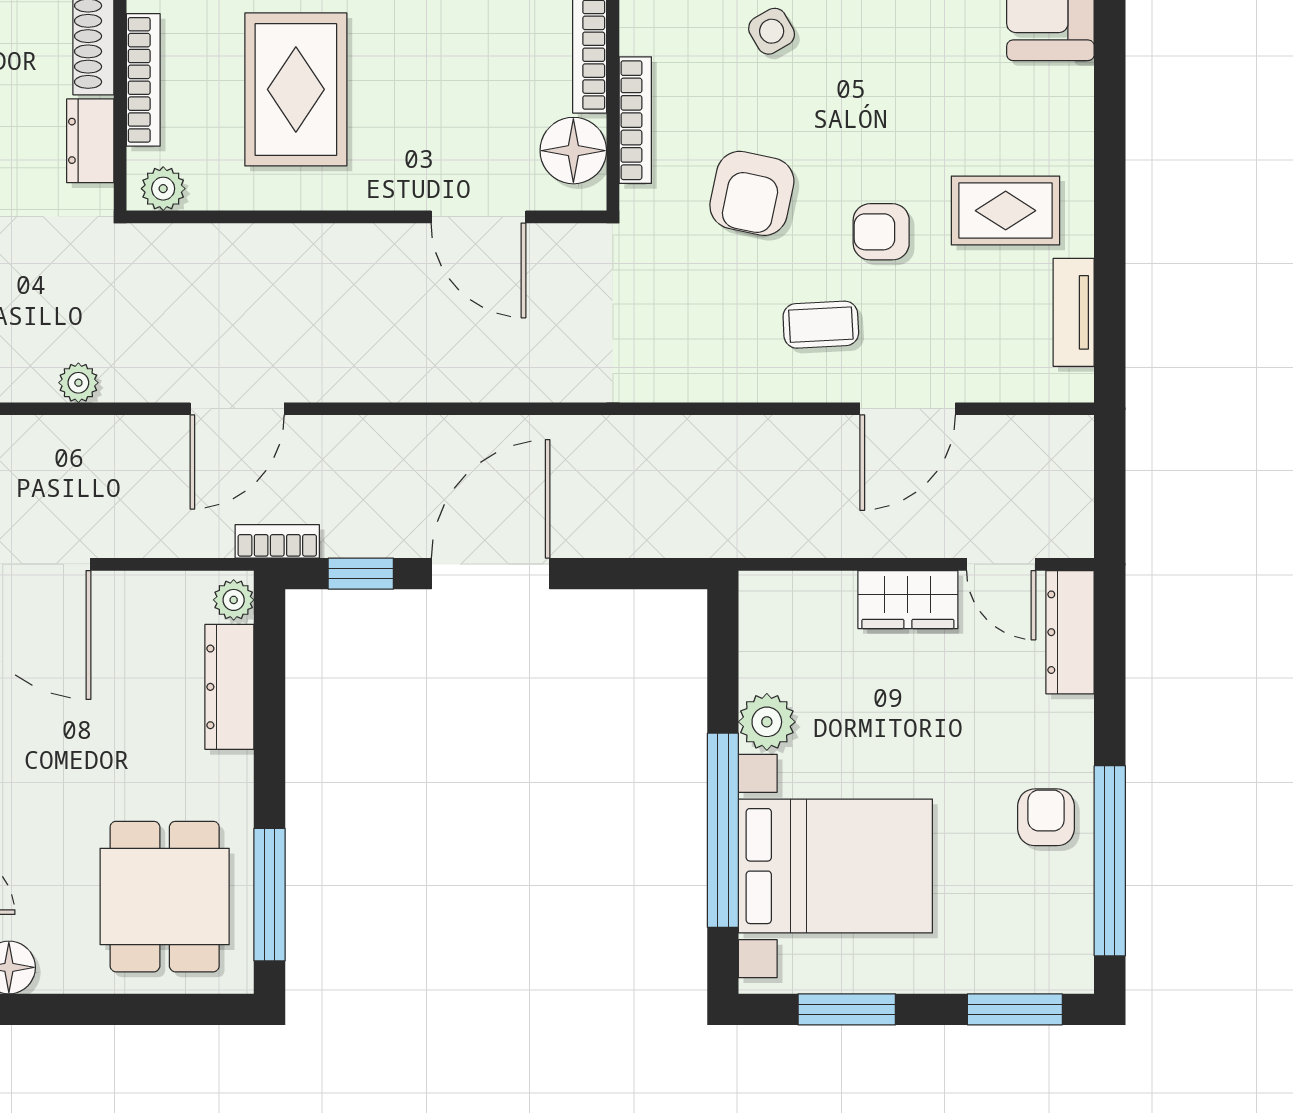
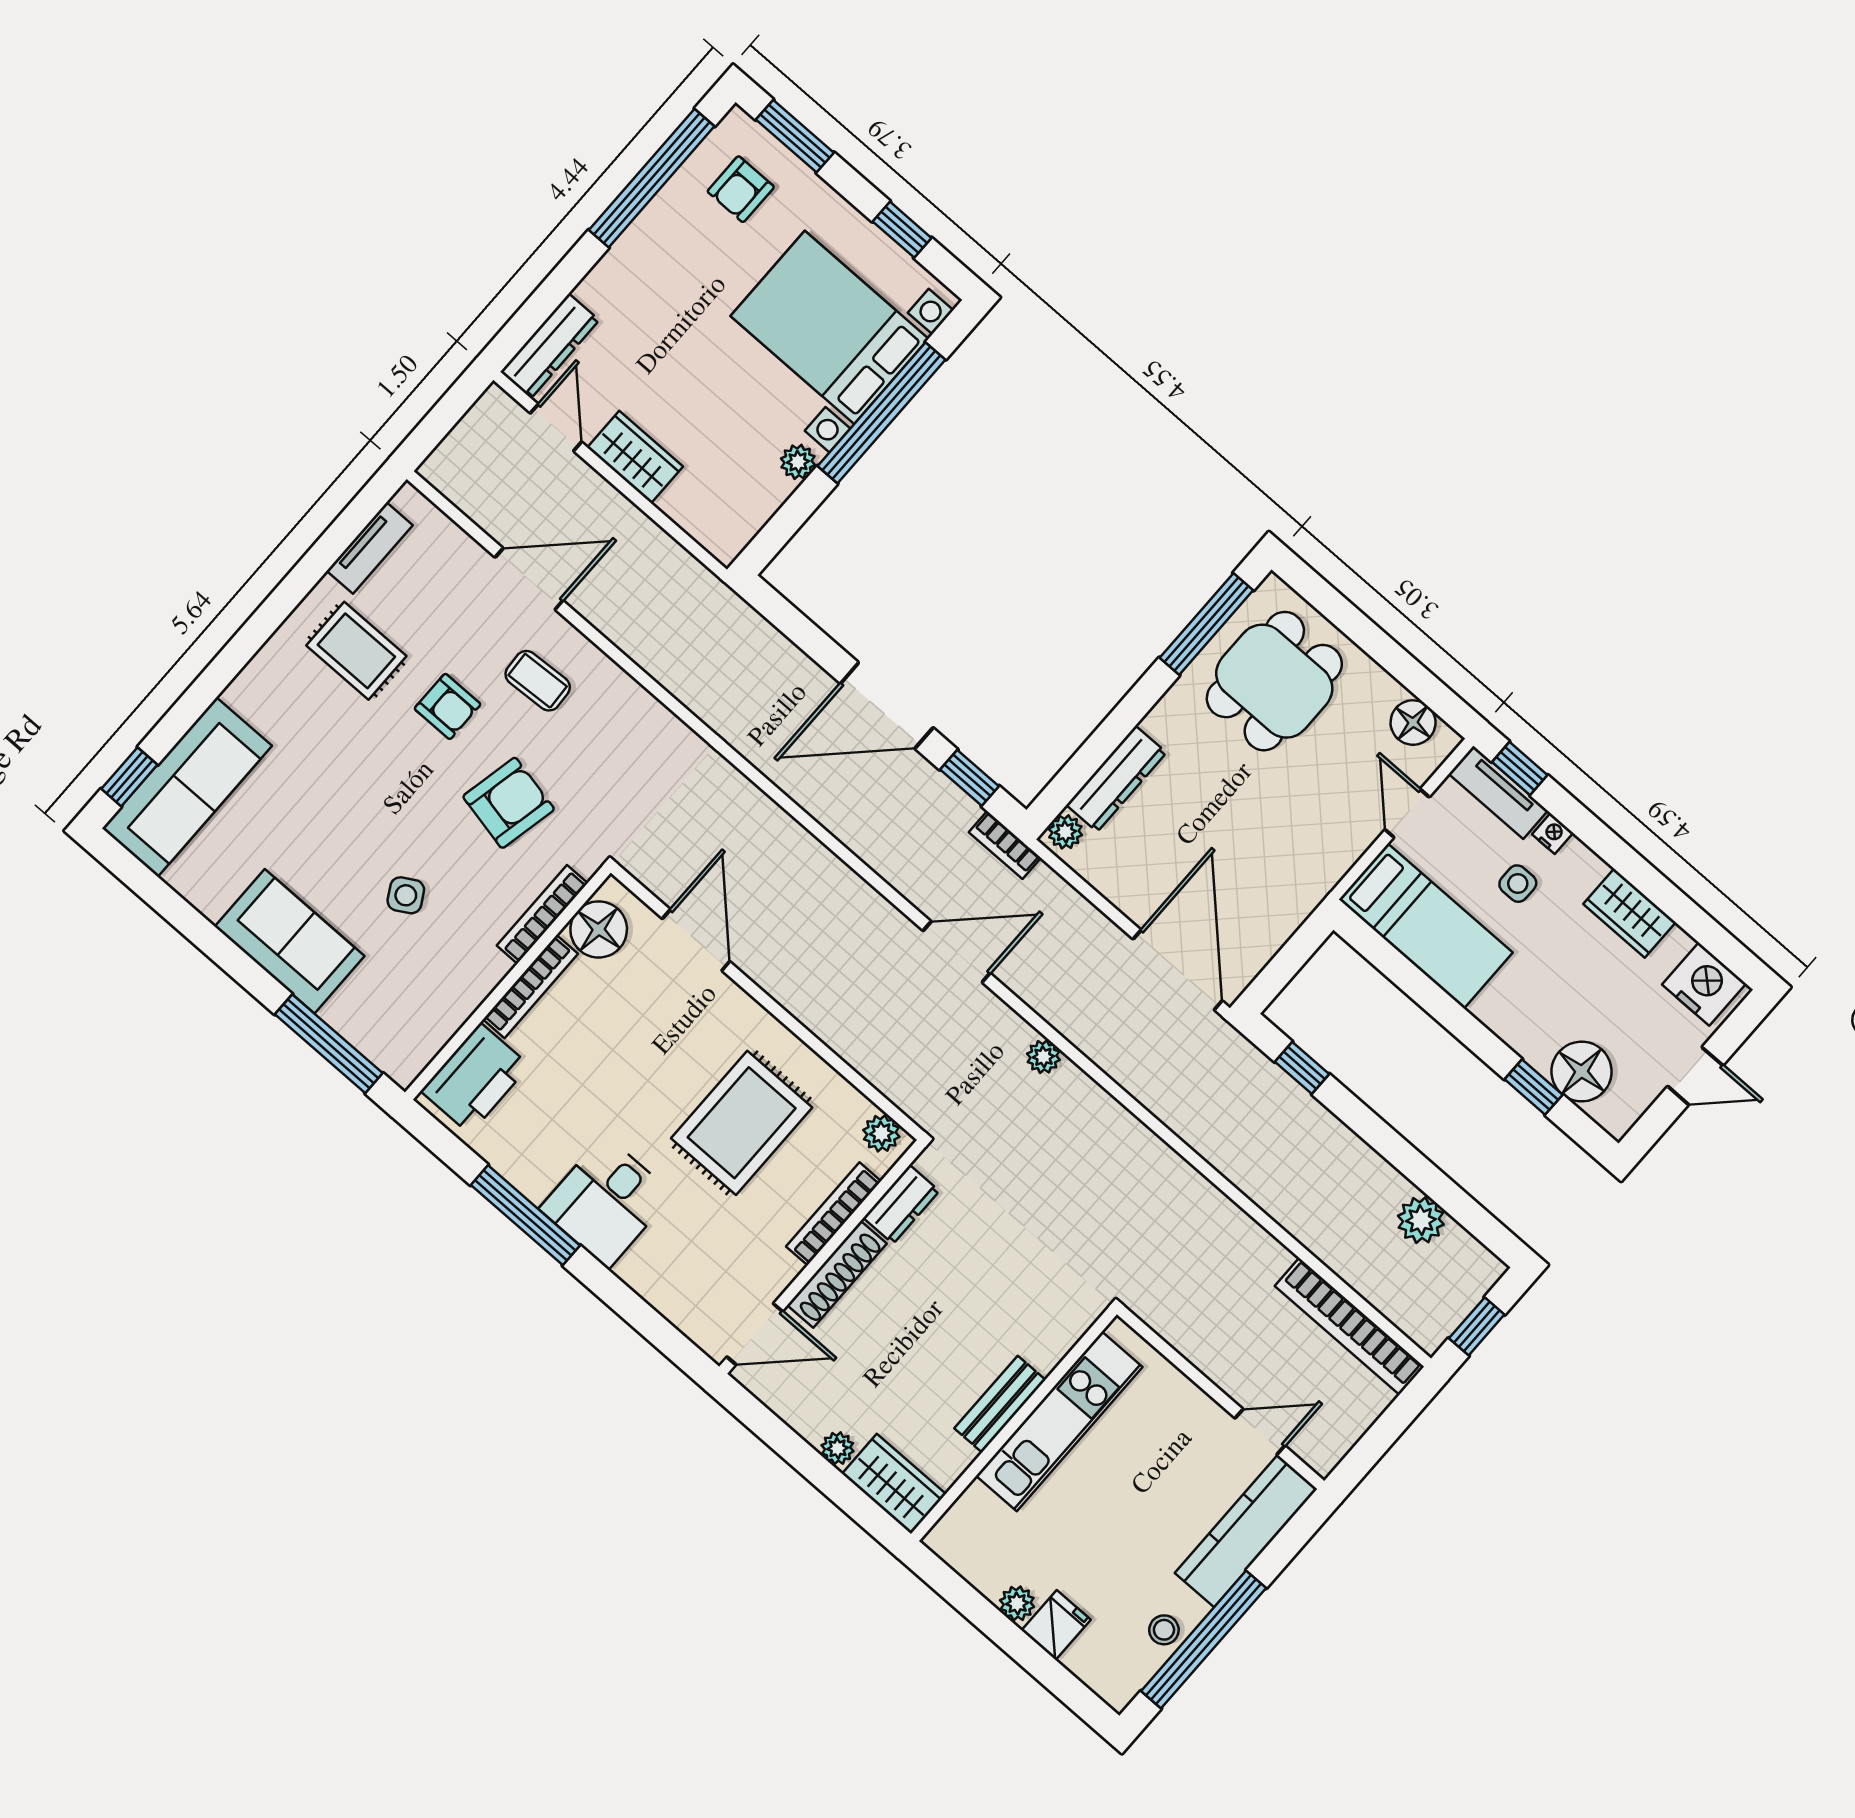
plant: (767, 722) -> (798, 462), width x0.73, depth x0.73
armchair: (1046, 817) -> (741, 189), moved
window: (847, 1009) -> (902, 230), width x0.67

